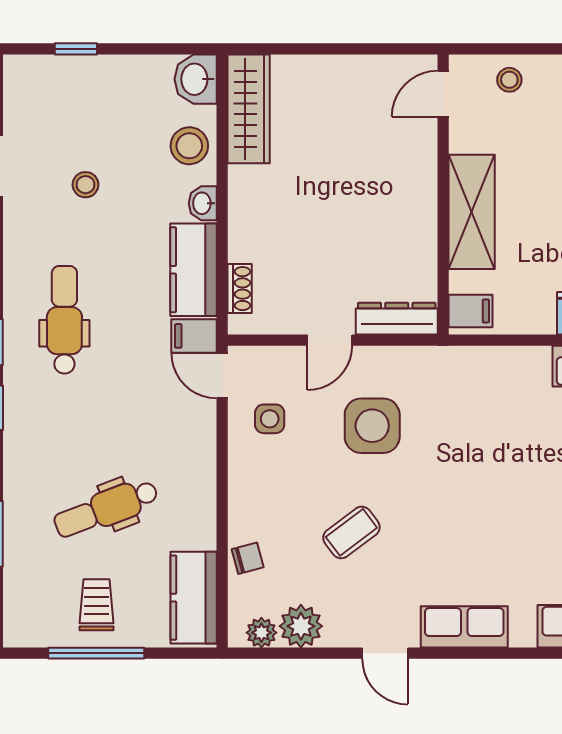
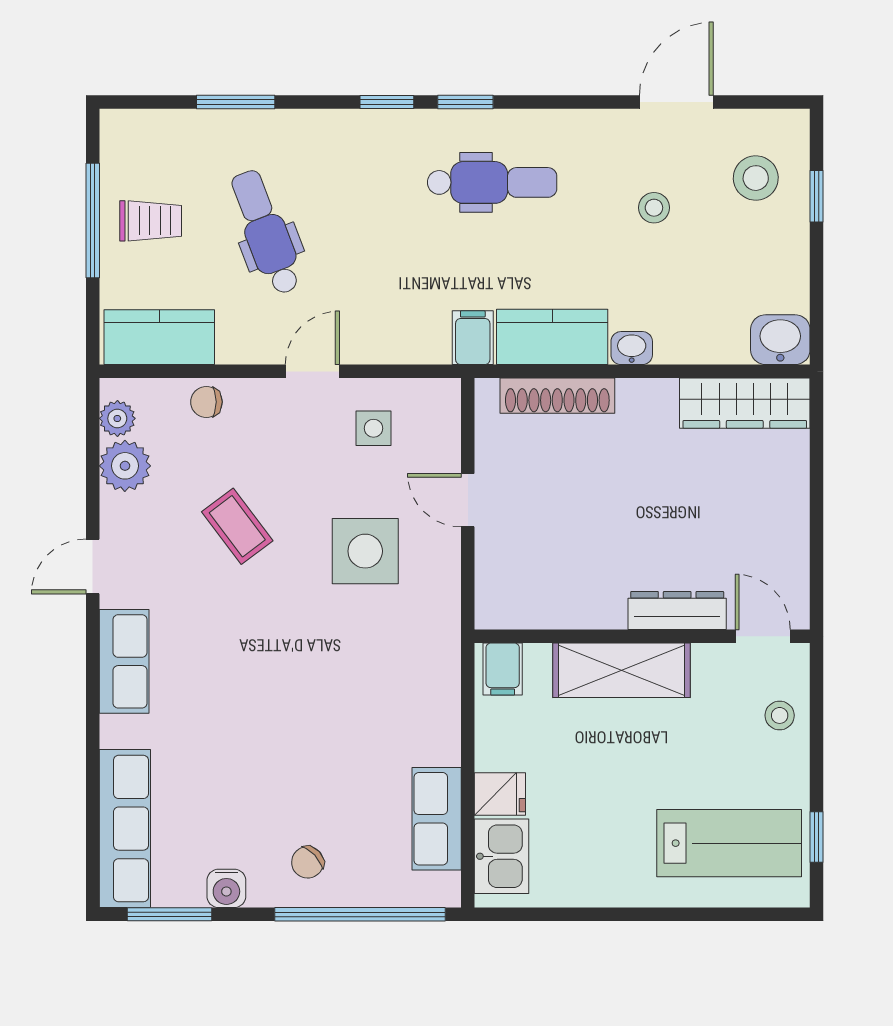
stool: (189, 146) -> (756, 178), moved
shoe rack: (240, 289) -> (557, 396), width x1.94, depth x1.24
dresser: (397, 319) -> (677, 610), moved, turned -90
door: (222, 376) -> (312, 371), moved
chair: (248, 558) -> (206, 402), turned 105

